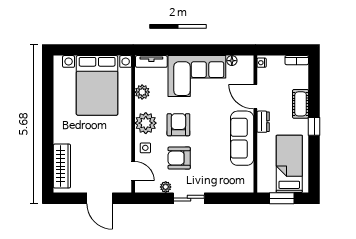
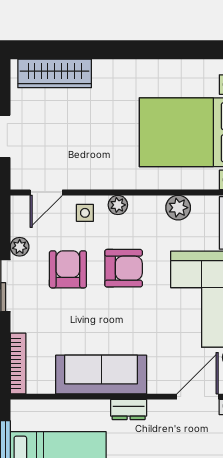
door: (255, 97) -> (198, 397), moved
plant: (146, 123) -> (118, 205), width x0.53, depth x0.53
bookcase: (235, 188) -> (18, 363), added

